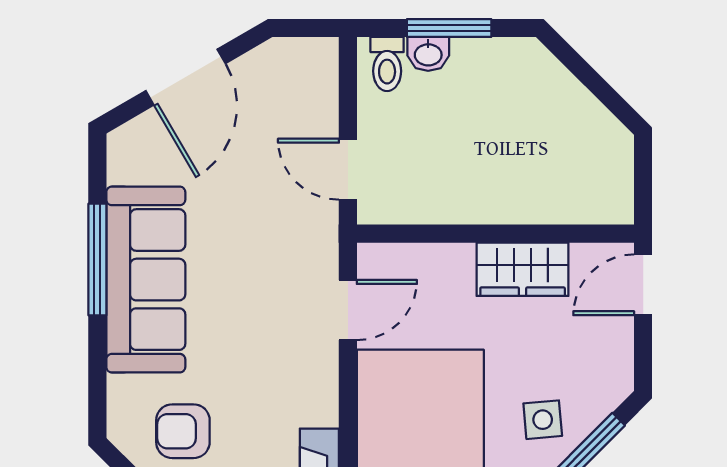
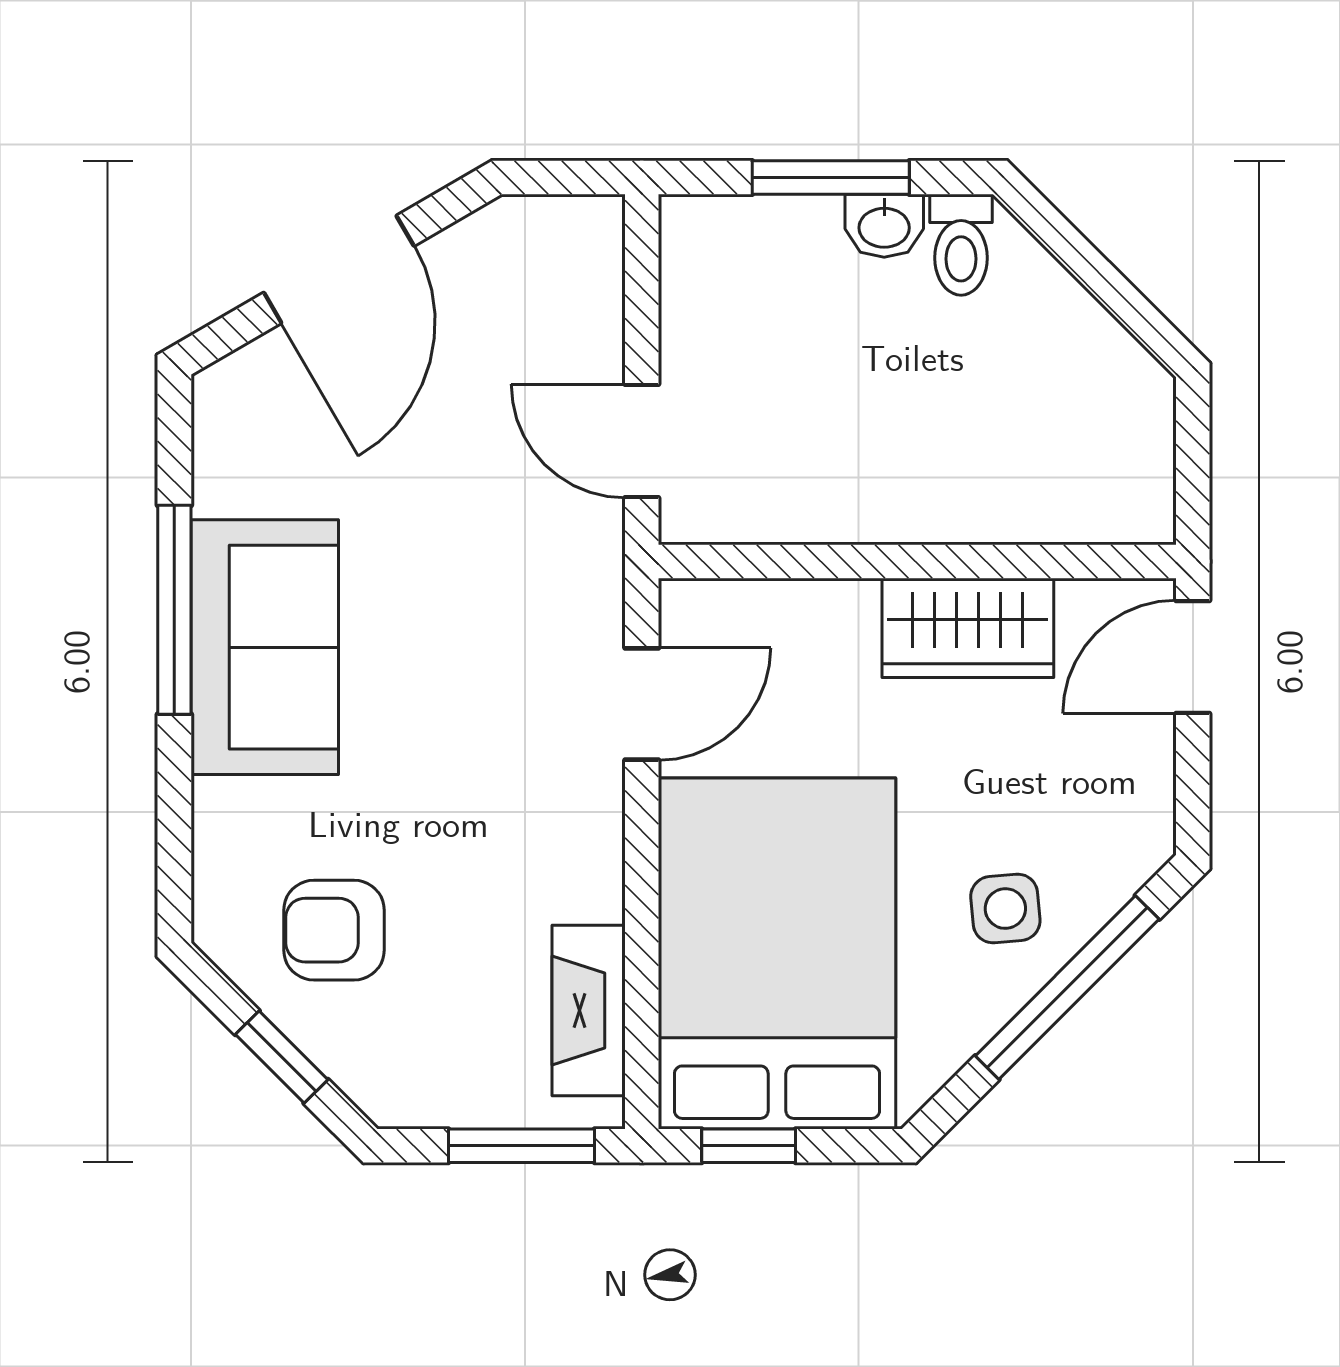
washbasin: (428, 54) -> (884, 226), moved
toilet: (387, 64) -> (961, 245), moved
sofa: (146, 280) -> (265, 647), width x0.73

